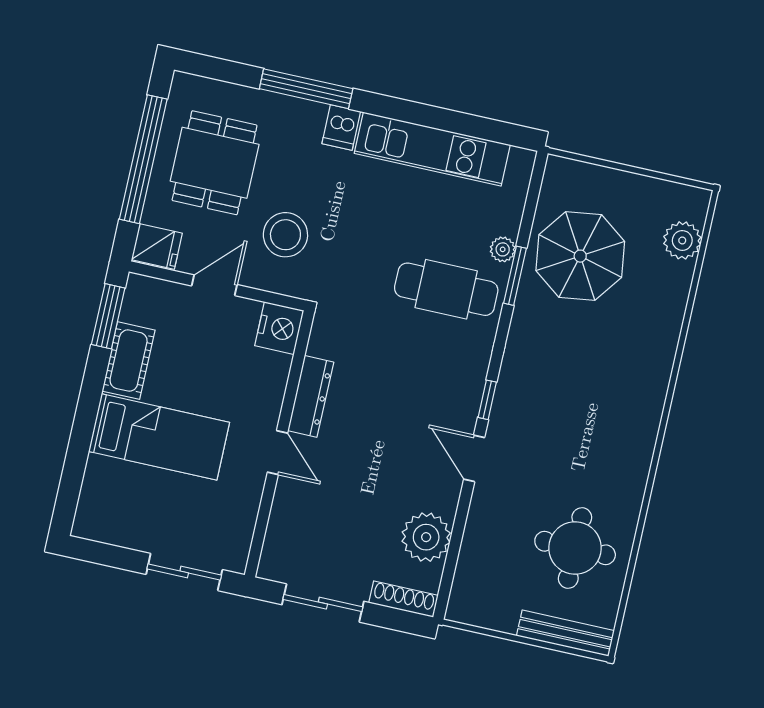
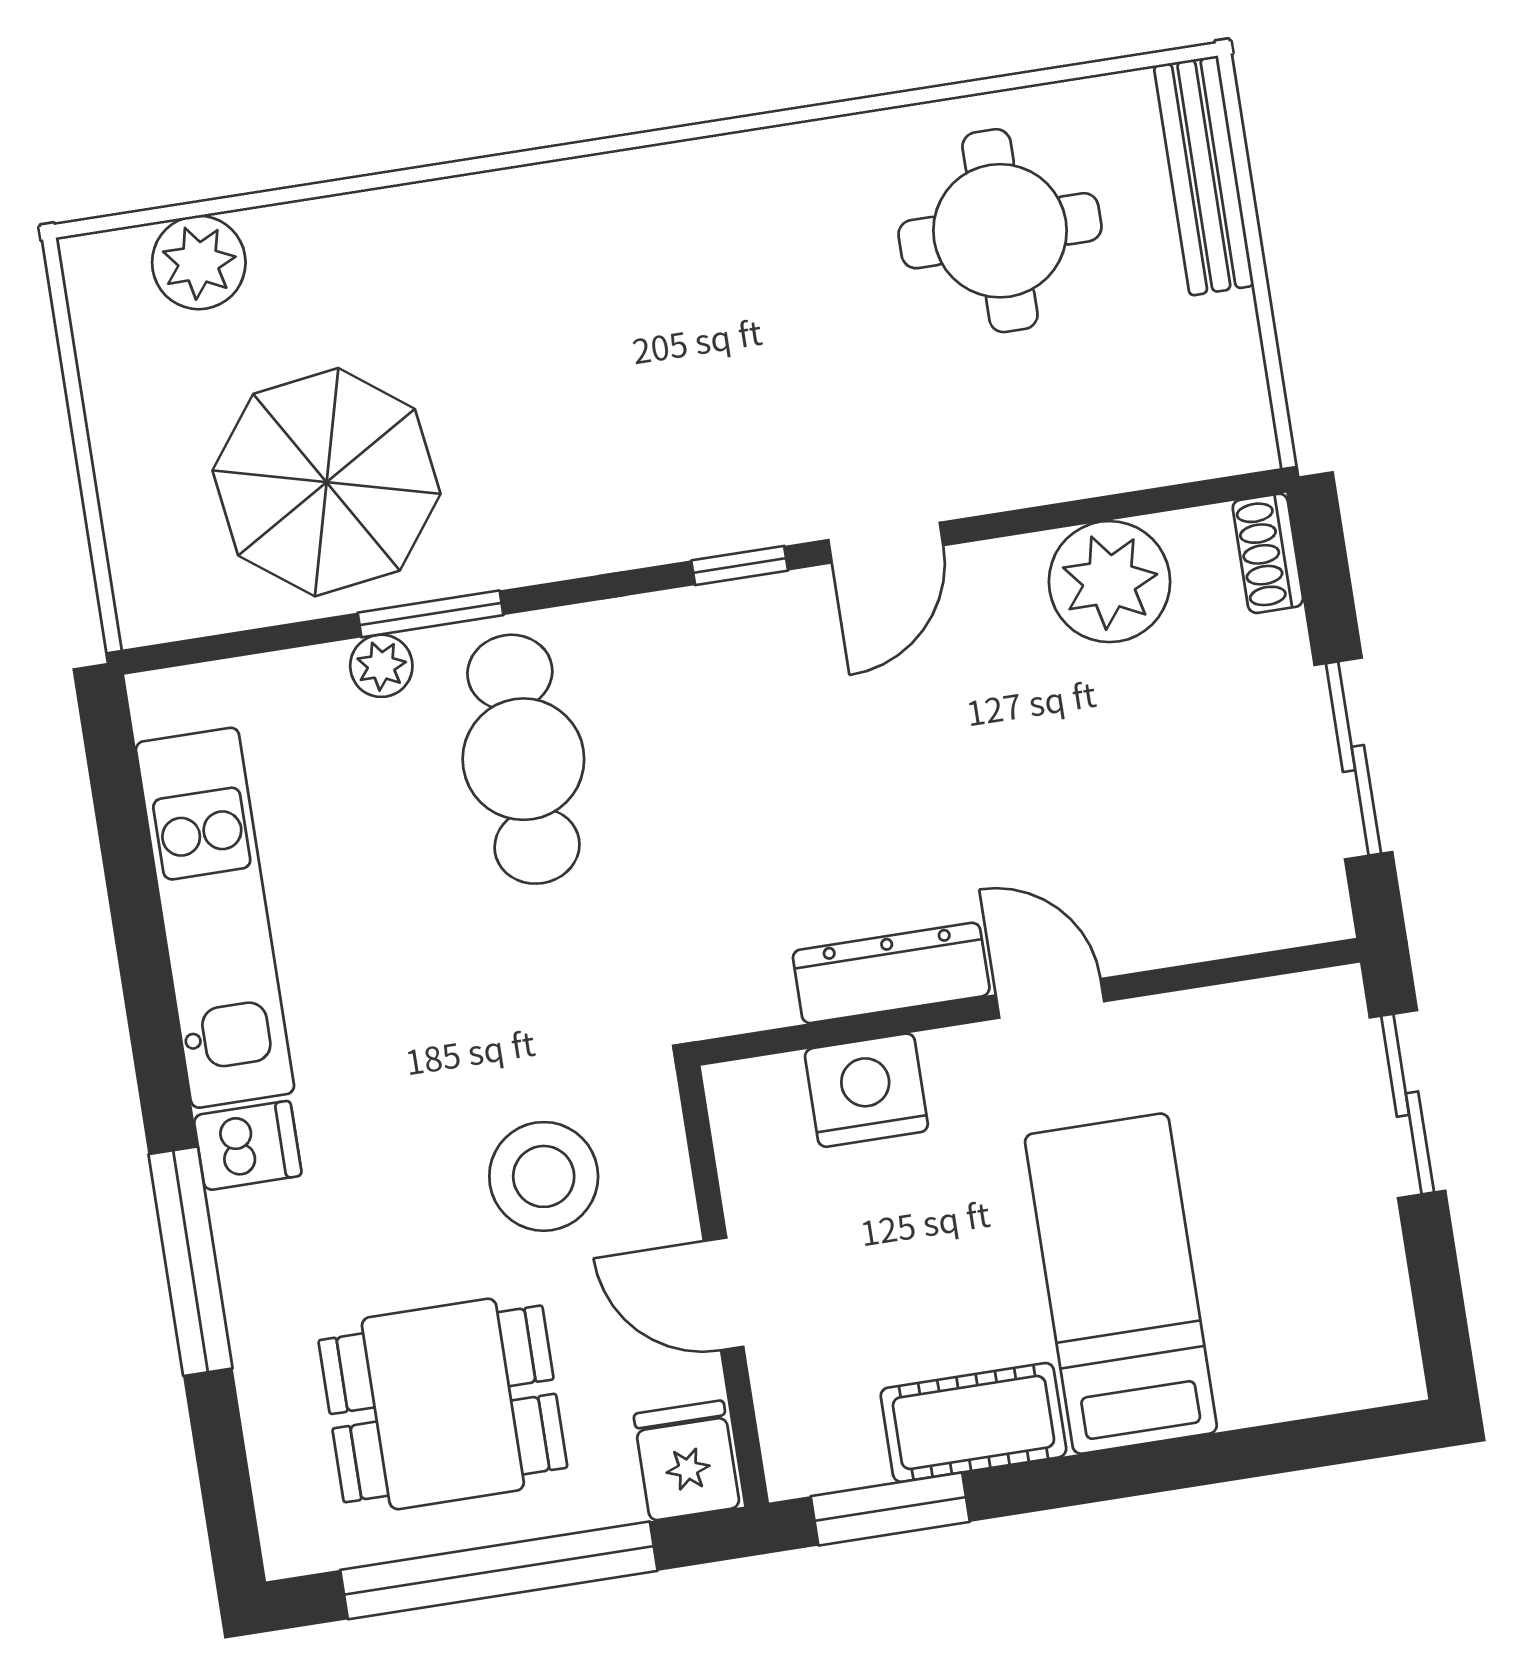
nightstand: (279, 328) -> (866, 1090), moved
door: (277, 453) -> (1050, 998), hinge flipped
shoe rack: (403, 599) -> (1268, 553), width x0.70

